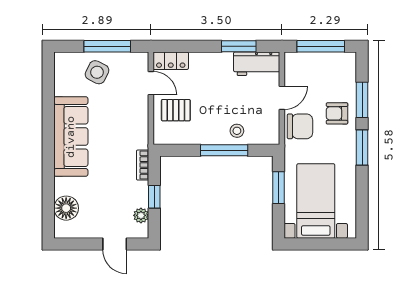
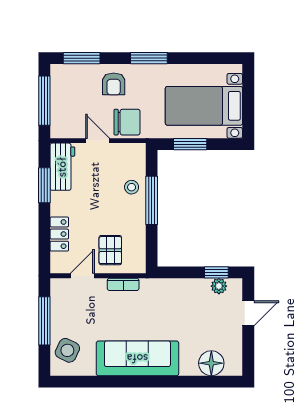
locker: (171, 61) -> (59, 234), moved
side table: (97, 72) -> (67, 350), moved
window: (362, 100) -> (82, 58), moved
chair: (300, 126) -> (127, 122), turned 90
bookcase: (143, 165) -> (123, 284), moved
window: (154, 197) -> (216, 272), moved

